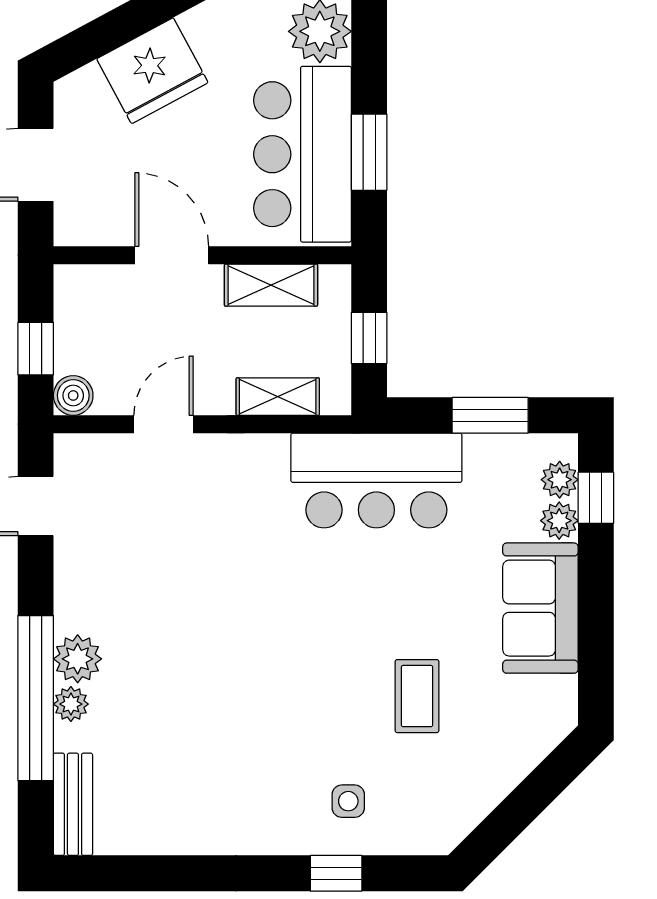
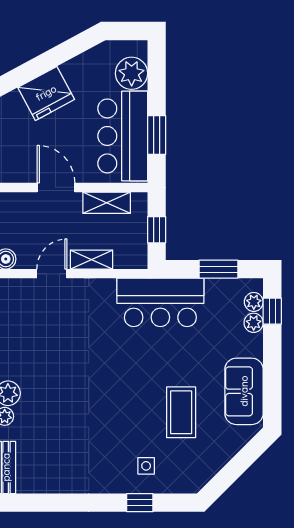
shelving: (278, 397) -> (92, 260), moved
sofa: (540, 608) -> (244, 391), moved
coffee table: (417, 696) -> (181, 412), width x1.36, depth x1.30

